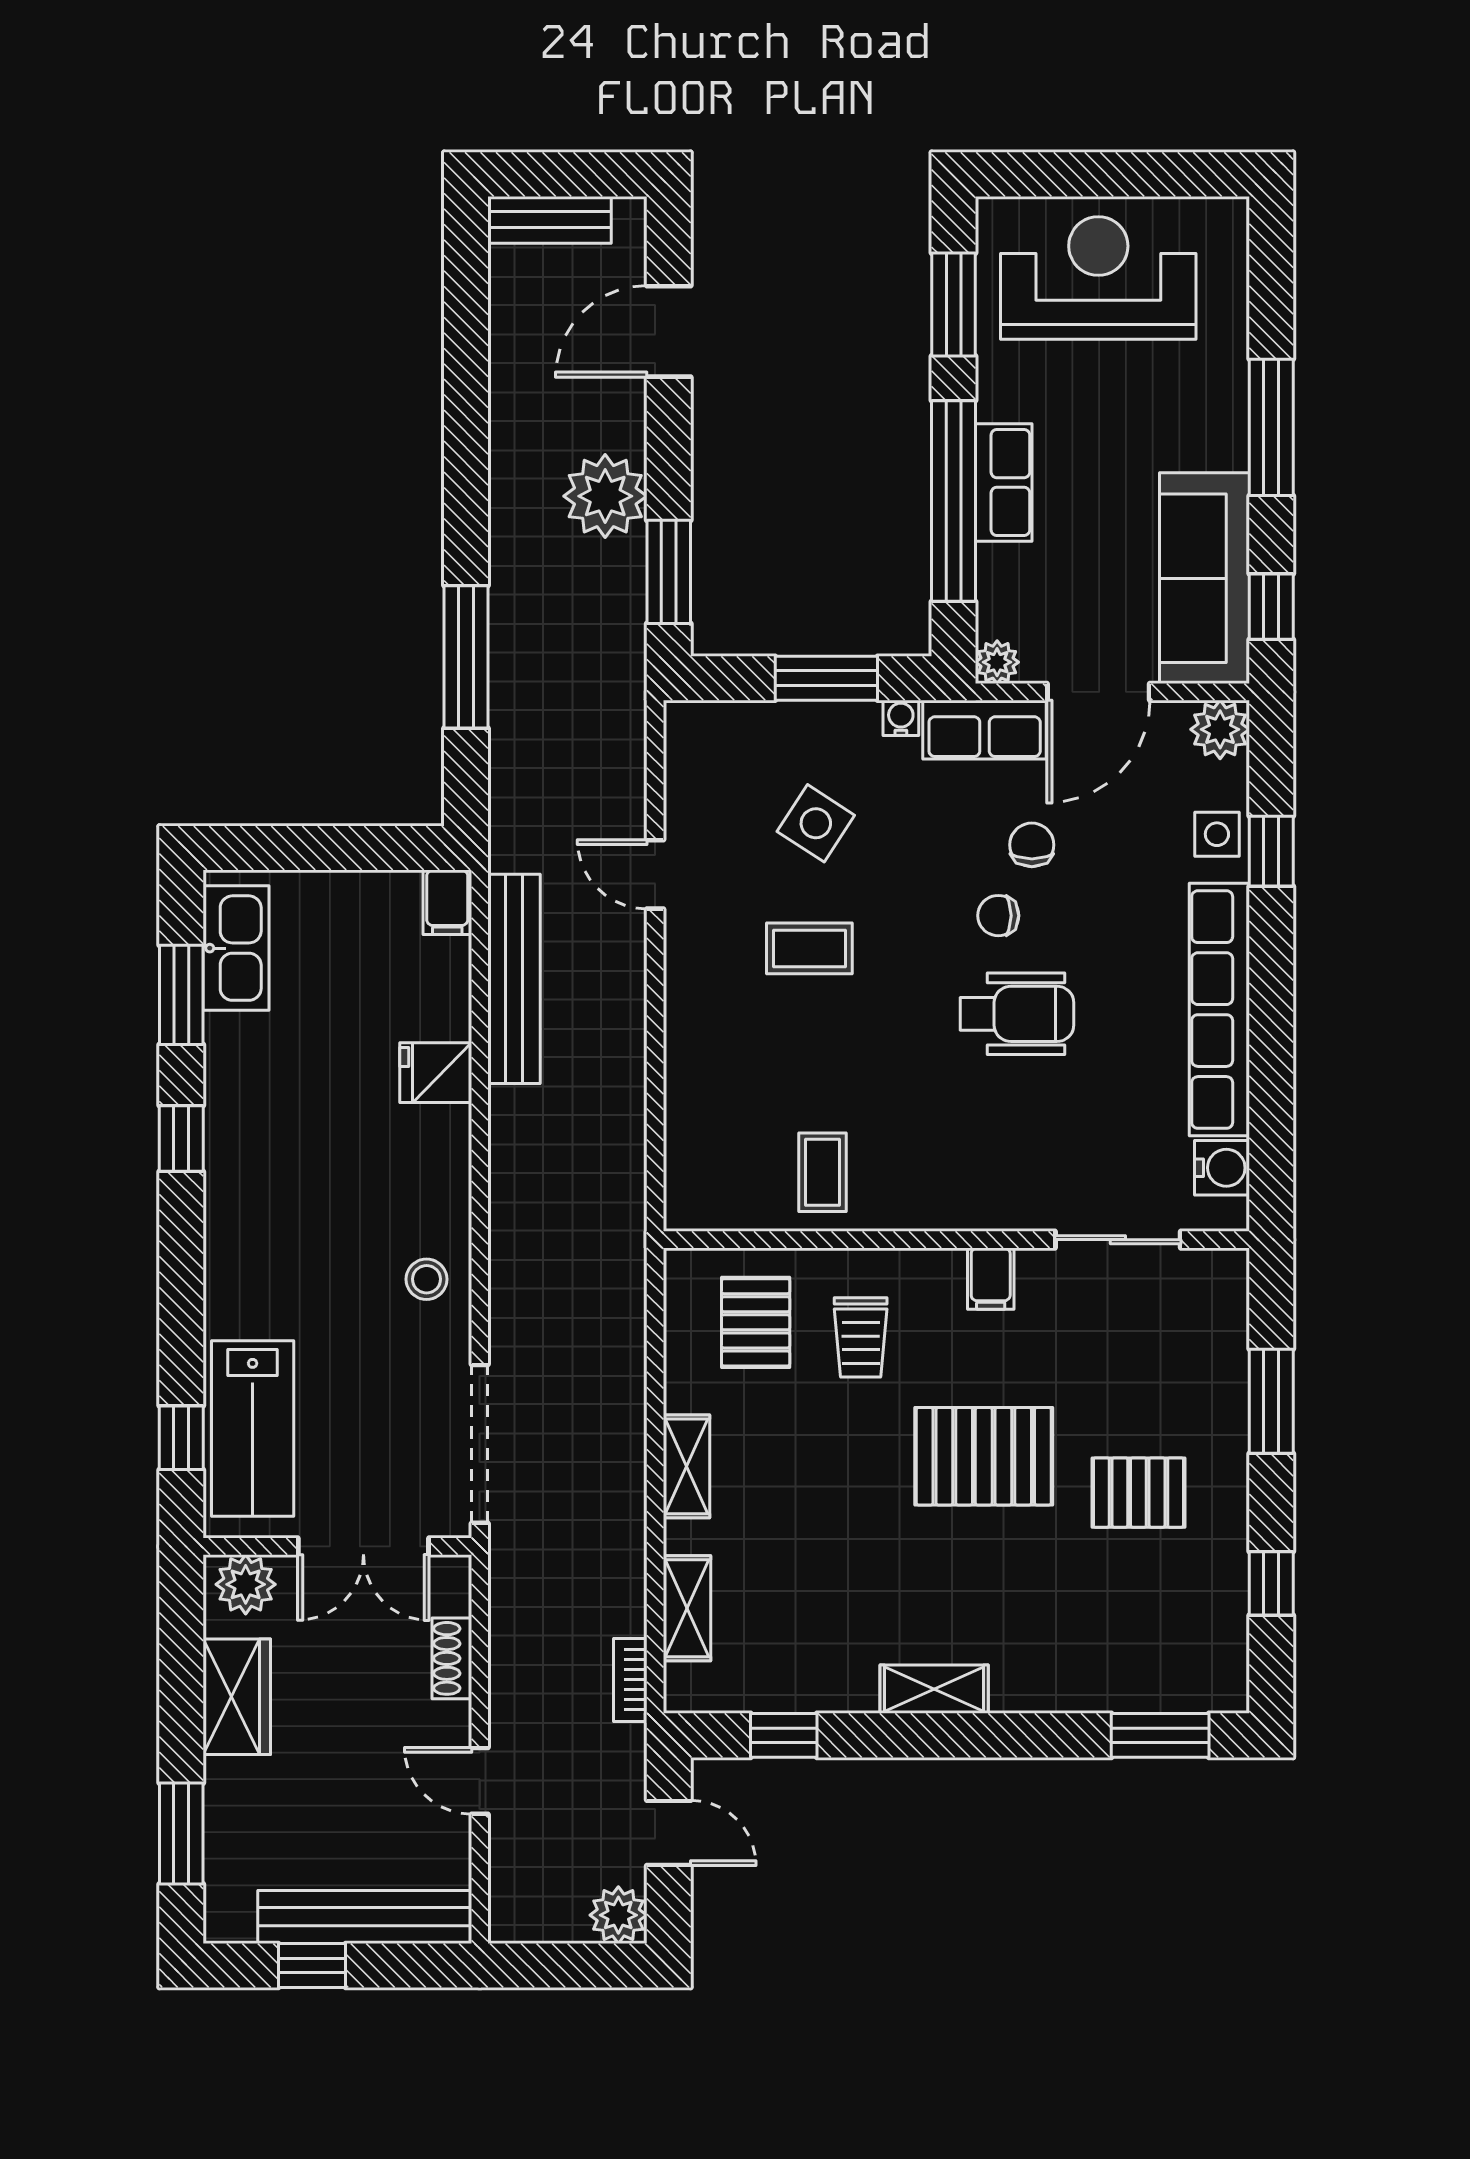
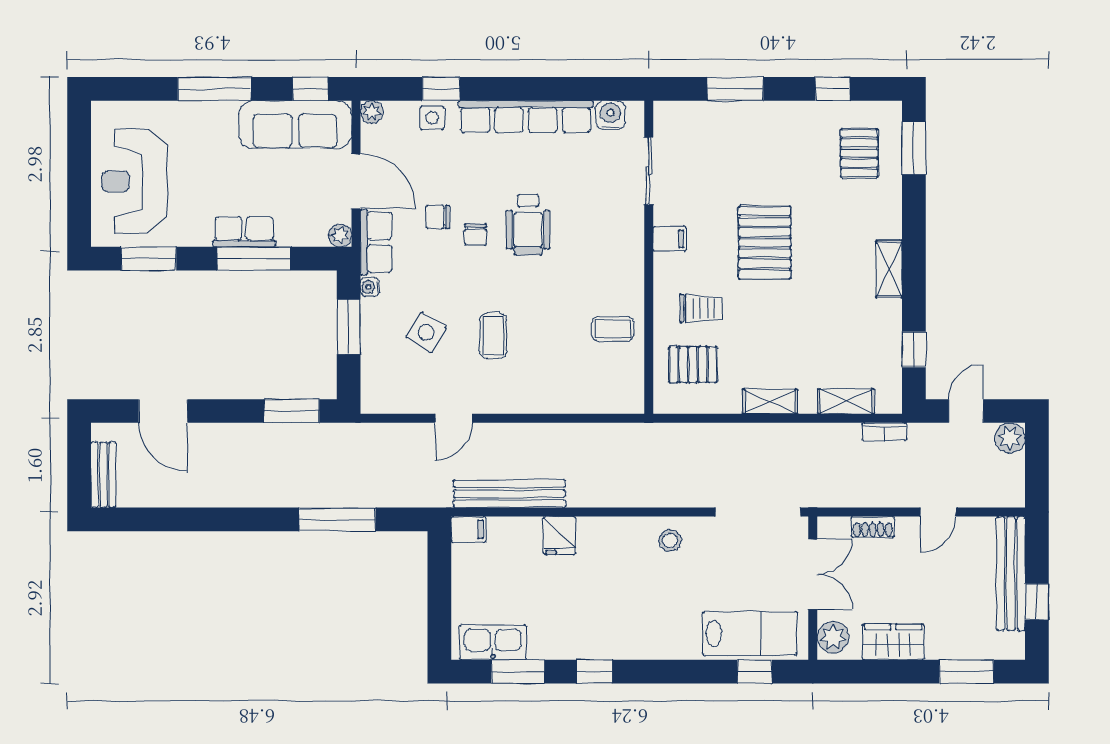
plant: (605, 496) -> (251, 445), removed
window: (954, 501) -> (254, 259), width x0.68
plant: (1220, 729) -> (372, 112), width x0.73, depth x0.73
wheelchair: (1017, 1014) -> (528, 225), turned 180
pallet: (1138, 1493) -> (859, 153), moved

